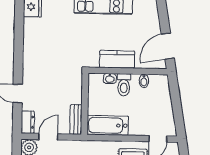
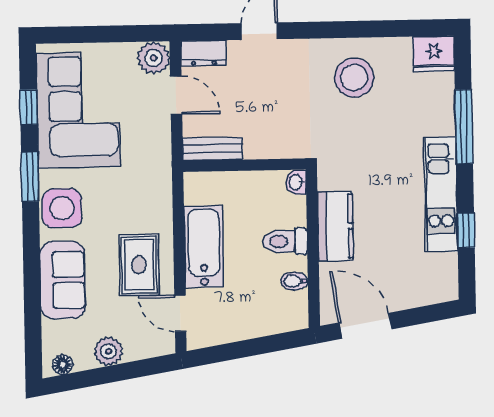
stool: (43, 47) -> (354, 78), added
washbasin: (110, 78) -> (296, 182), moved
bathtub: (108, 125) -> (204, 247), moved

